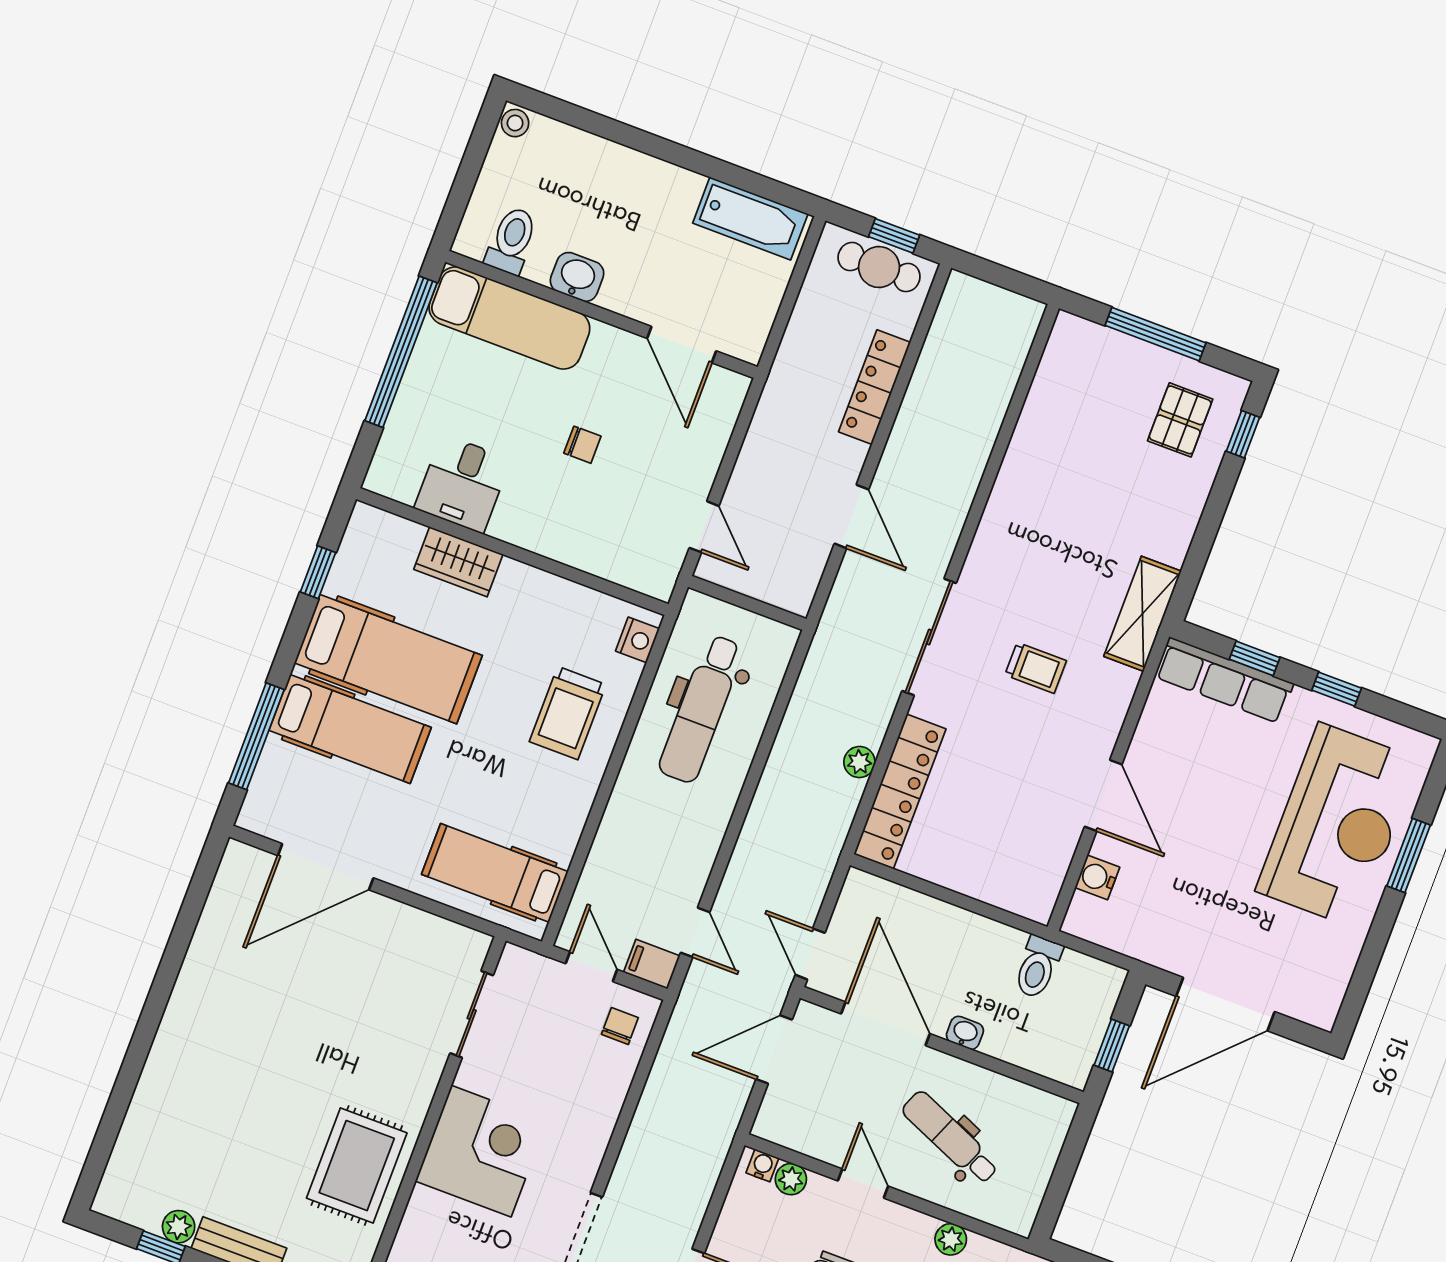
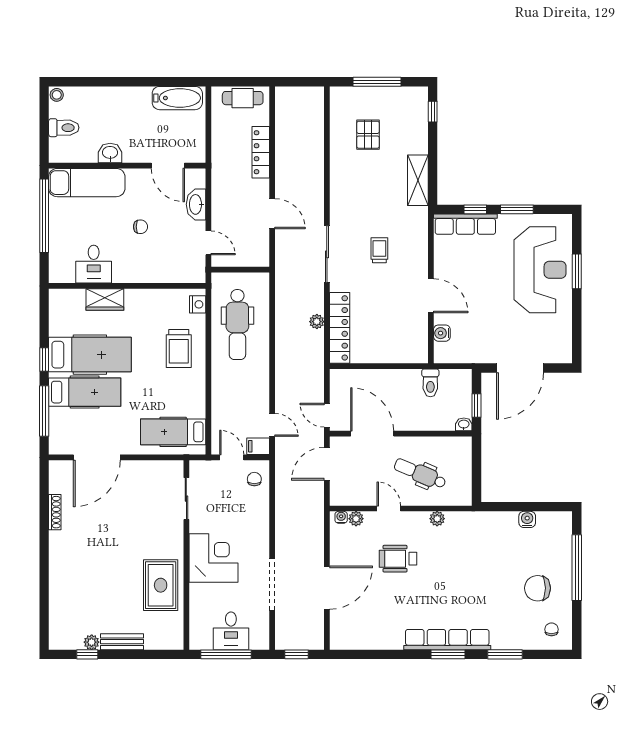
window: (894, 236) -> (244, 82), removed
toilet: (512, 241) -> (64, 128), moved, turned 90
pallet: (1180, 420) -> (368, 135), moved
washbasin: (708, 442) -> (196, 204), added
window: (318, 572) -> (44, 359), moved
shelving: (1143, 614) -> (418, 180), moved
trolley: (1036, 668) -> (379, 250), turned -90
window: (1337, 689) -> (517, 209), width x1.50
shoe rack: (202, 943) -> (55, 512), added
washbasin: (965, 1033) -> (464, 424), moved

